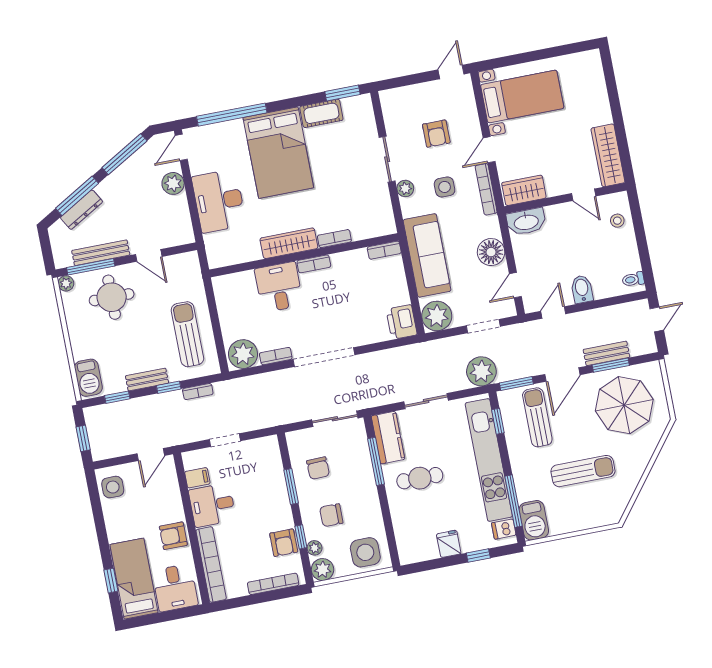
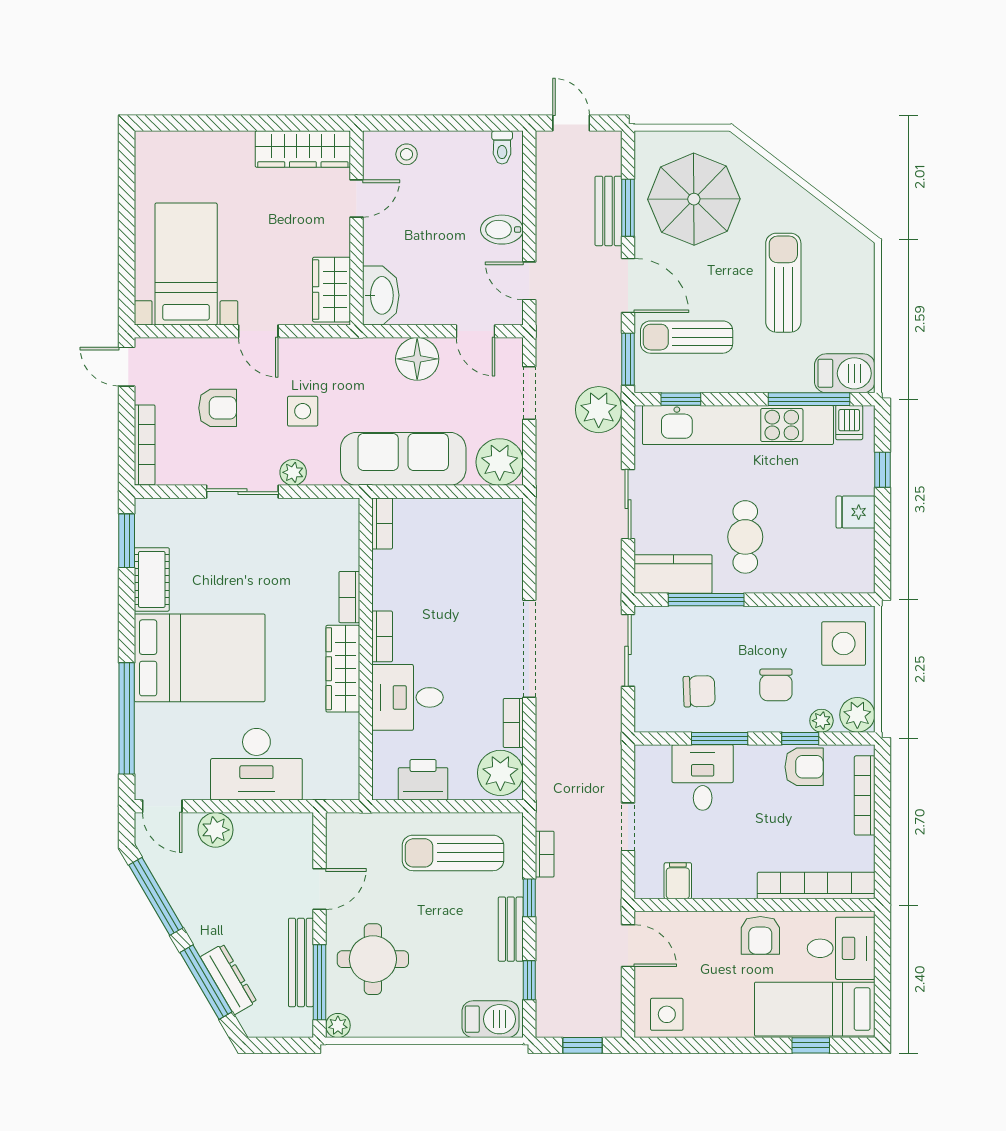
bookcase: (486, 189) -> (145, 445), moved, turned -90
printer: (402, 322) -> (423, 780), moved, turned 180
desk: (212, 505) -> (703, 778), moved, turned 180

